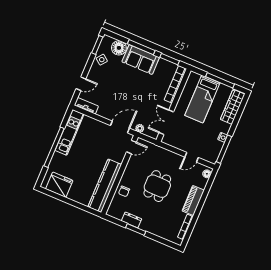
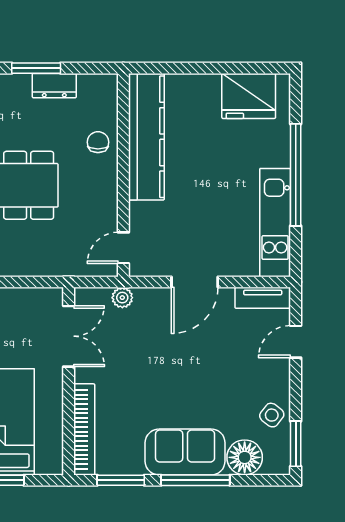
door: (120, 127) -> (195, 282), moved

